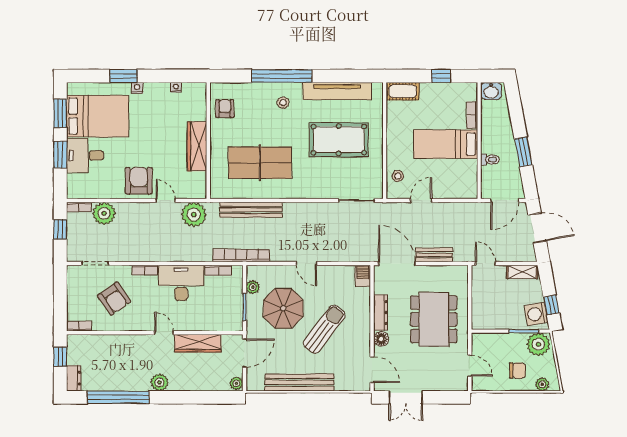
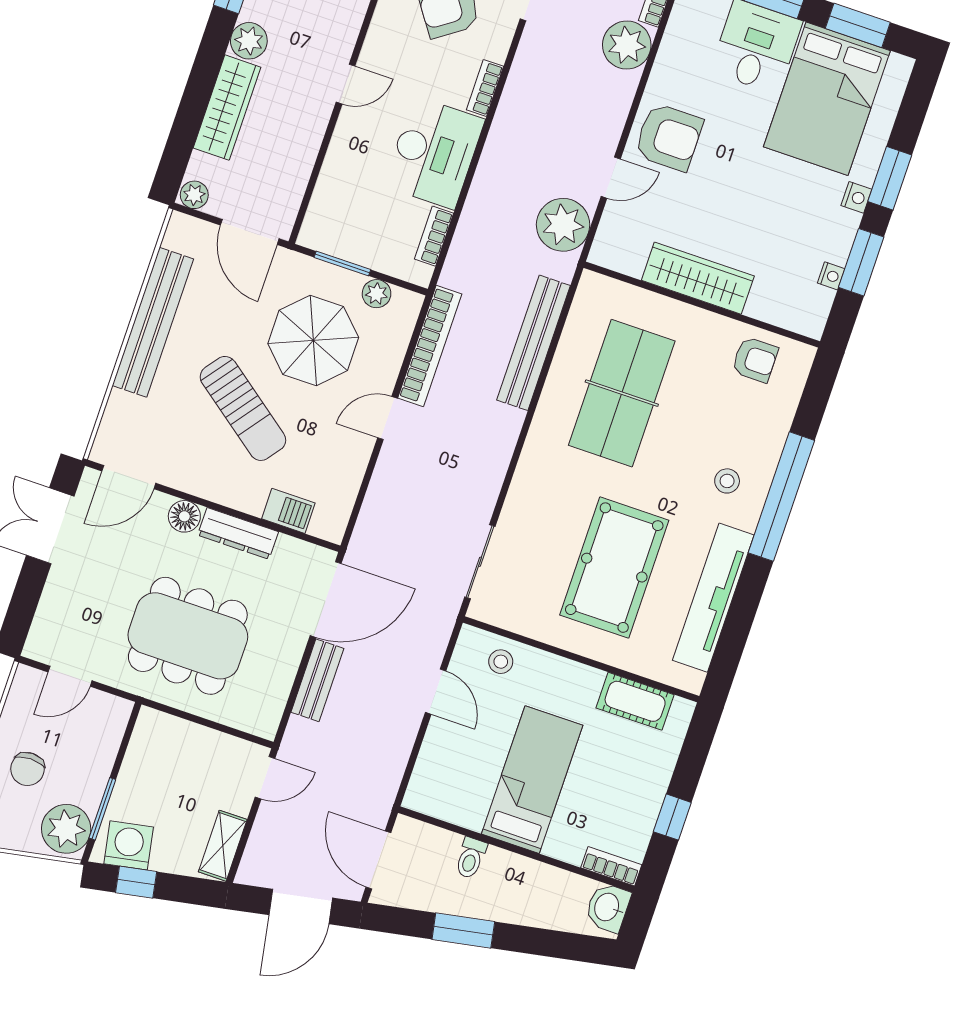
window: (165, 76) -> (861, 262), added
cot: (403, 91) -> (635, 701), moved, turned 90
bookcase: (472, 115) -> (611, 866), moved
bookcase: (241, 255) -> (430, 346), moved
barbecue: (363, 276) -> (288, 511), moved
wardrobe: (198, 343) -> (227, 108), moved, turned 180

